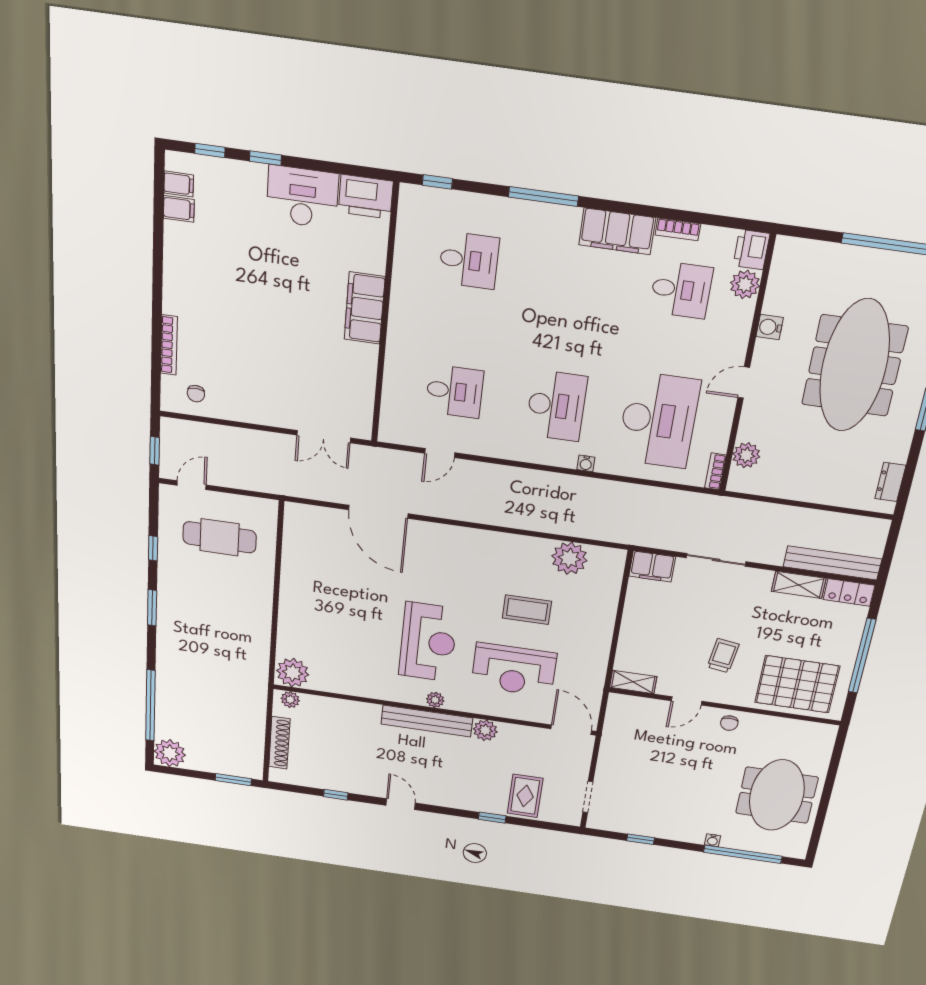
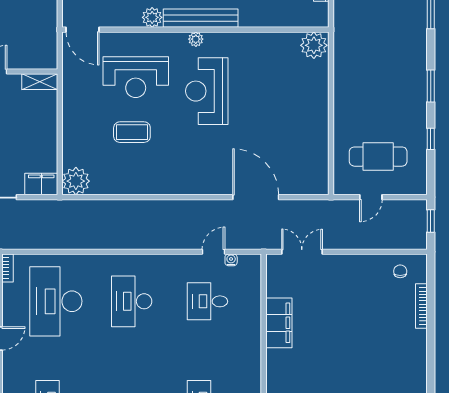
filing cabinet: (365, 308) -> (279, 323), moved
water cooler: (586, 463) -> (231, 260), moved
door: (192, 485) -> (371, 197), moved
plant: (569, 558) -> (76, 181), moved
reception desk: (514, 670) -> (136, 77), turned 180
plant: (290, 700) -> (314, 20), removed

